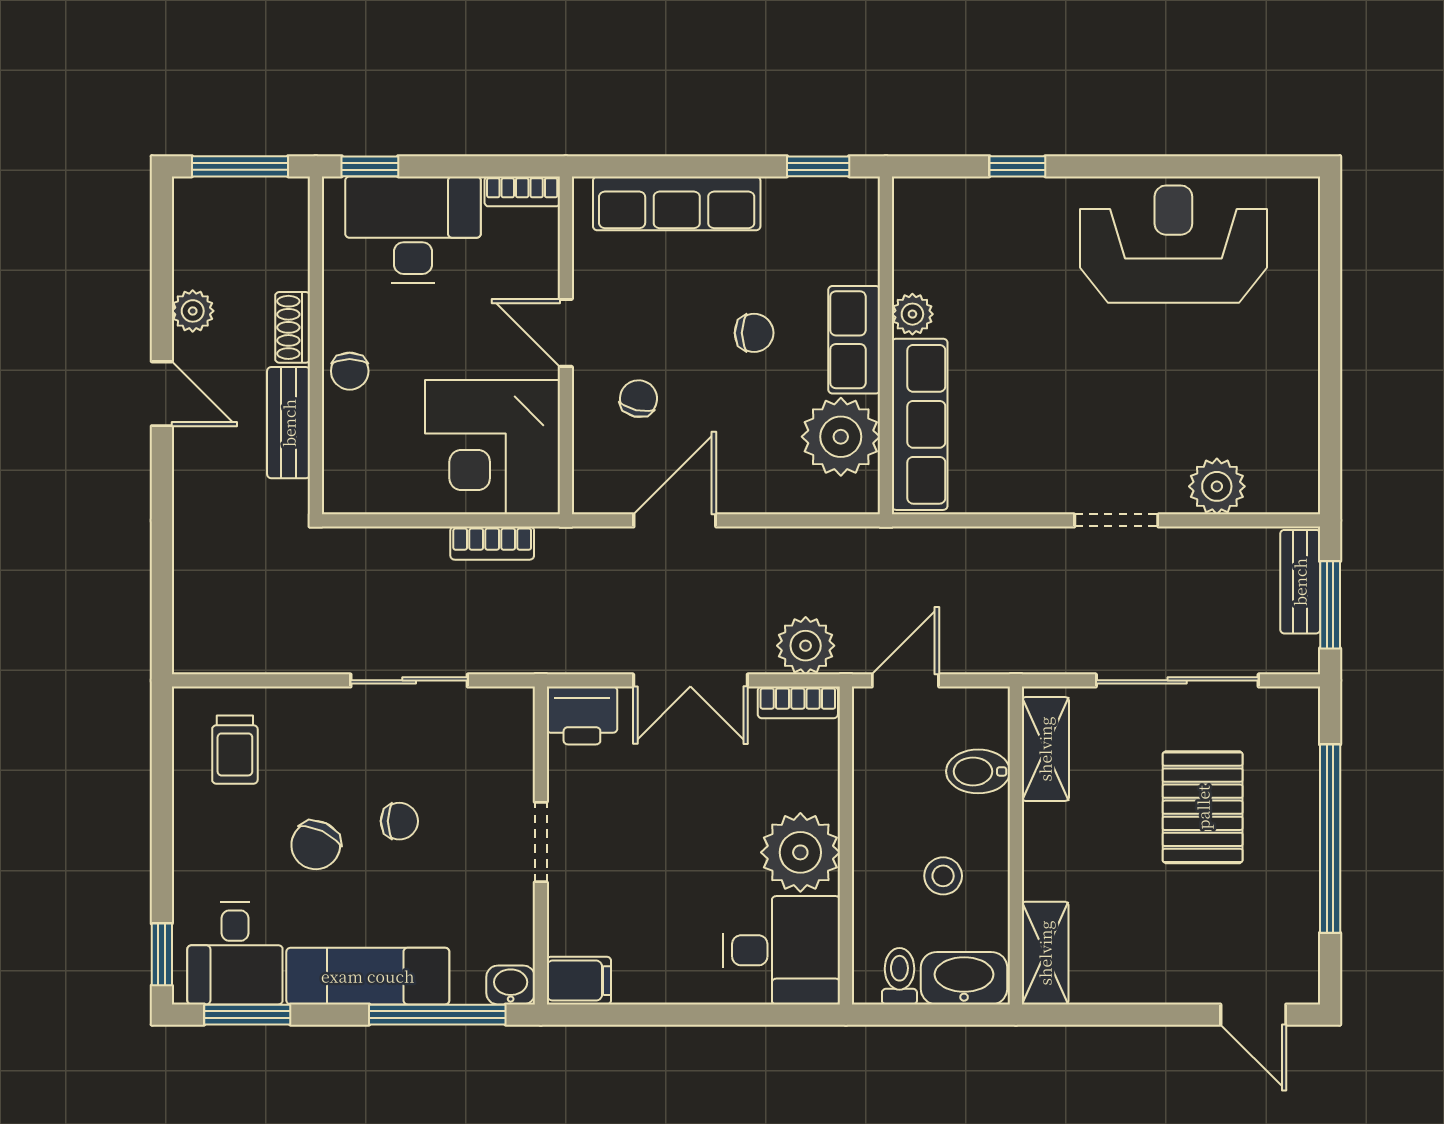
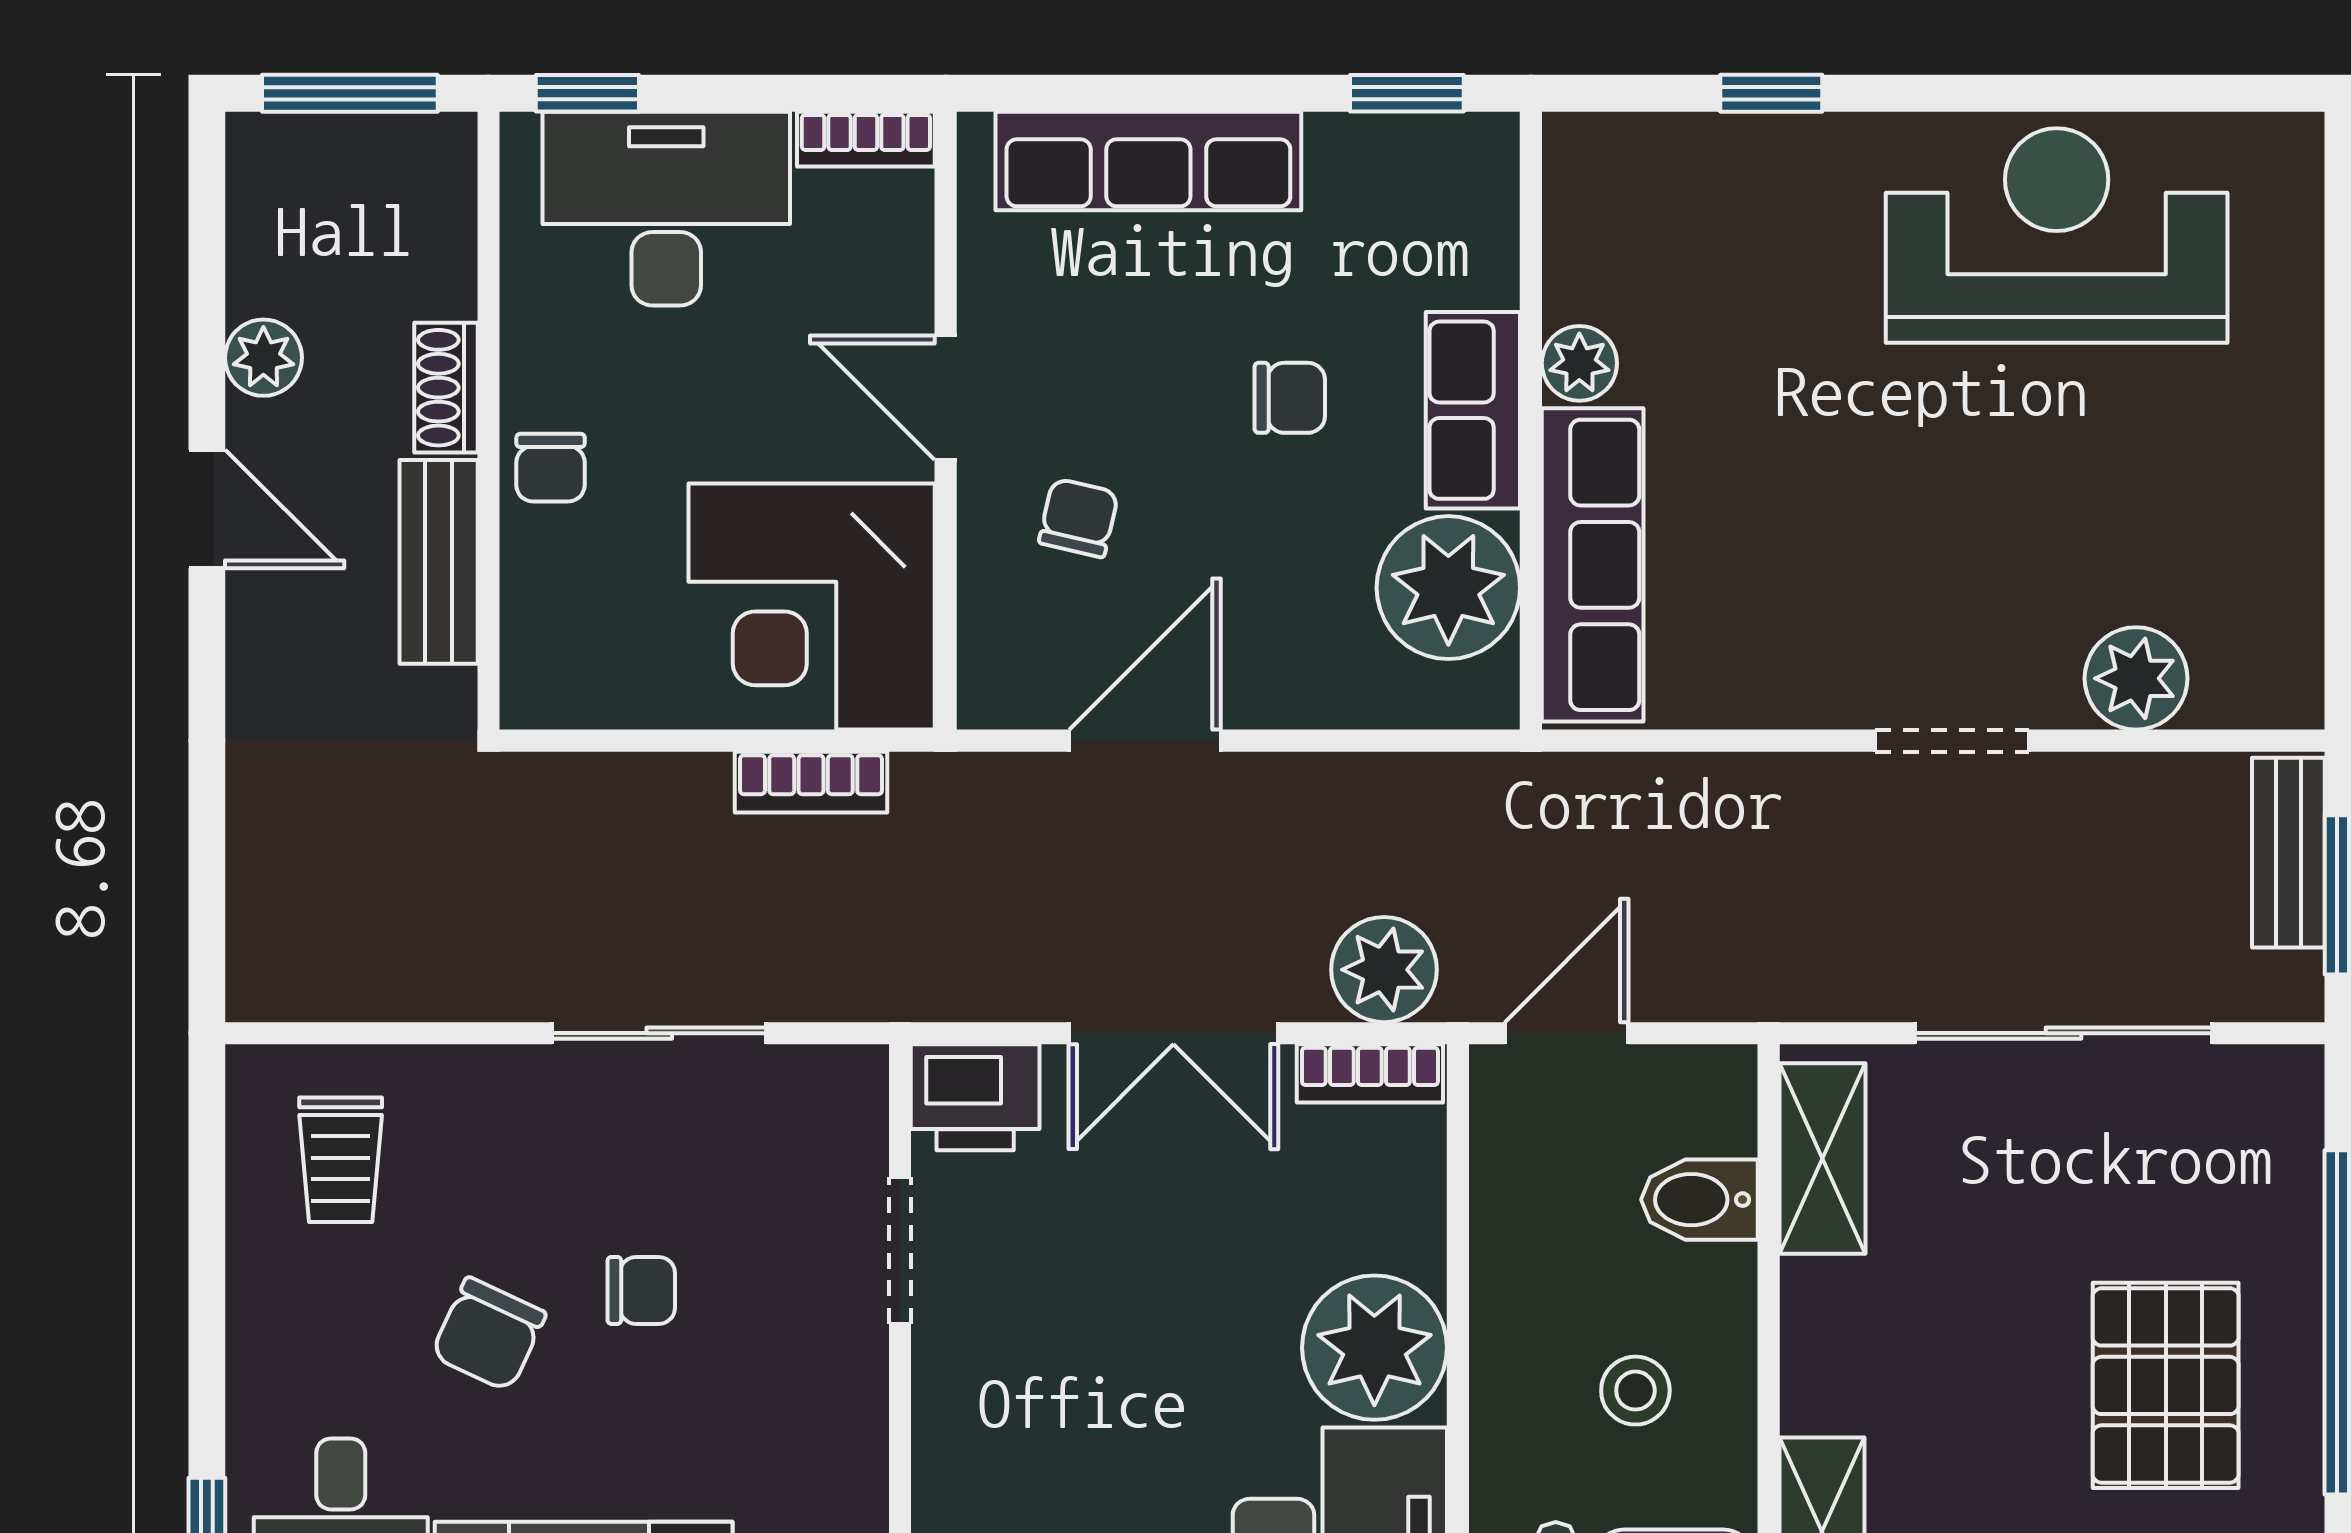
pallet: (1203, 807) -> (2166, 1385), moved
doorway: (541, 842) -> (900, 1251), moved

